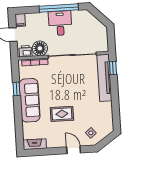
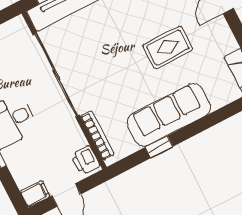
floor lamp: (40, 48) -> (69, 137), removed
rug: (62, 114) -> (168, 47), turned 90

